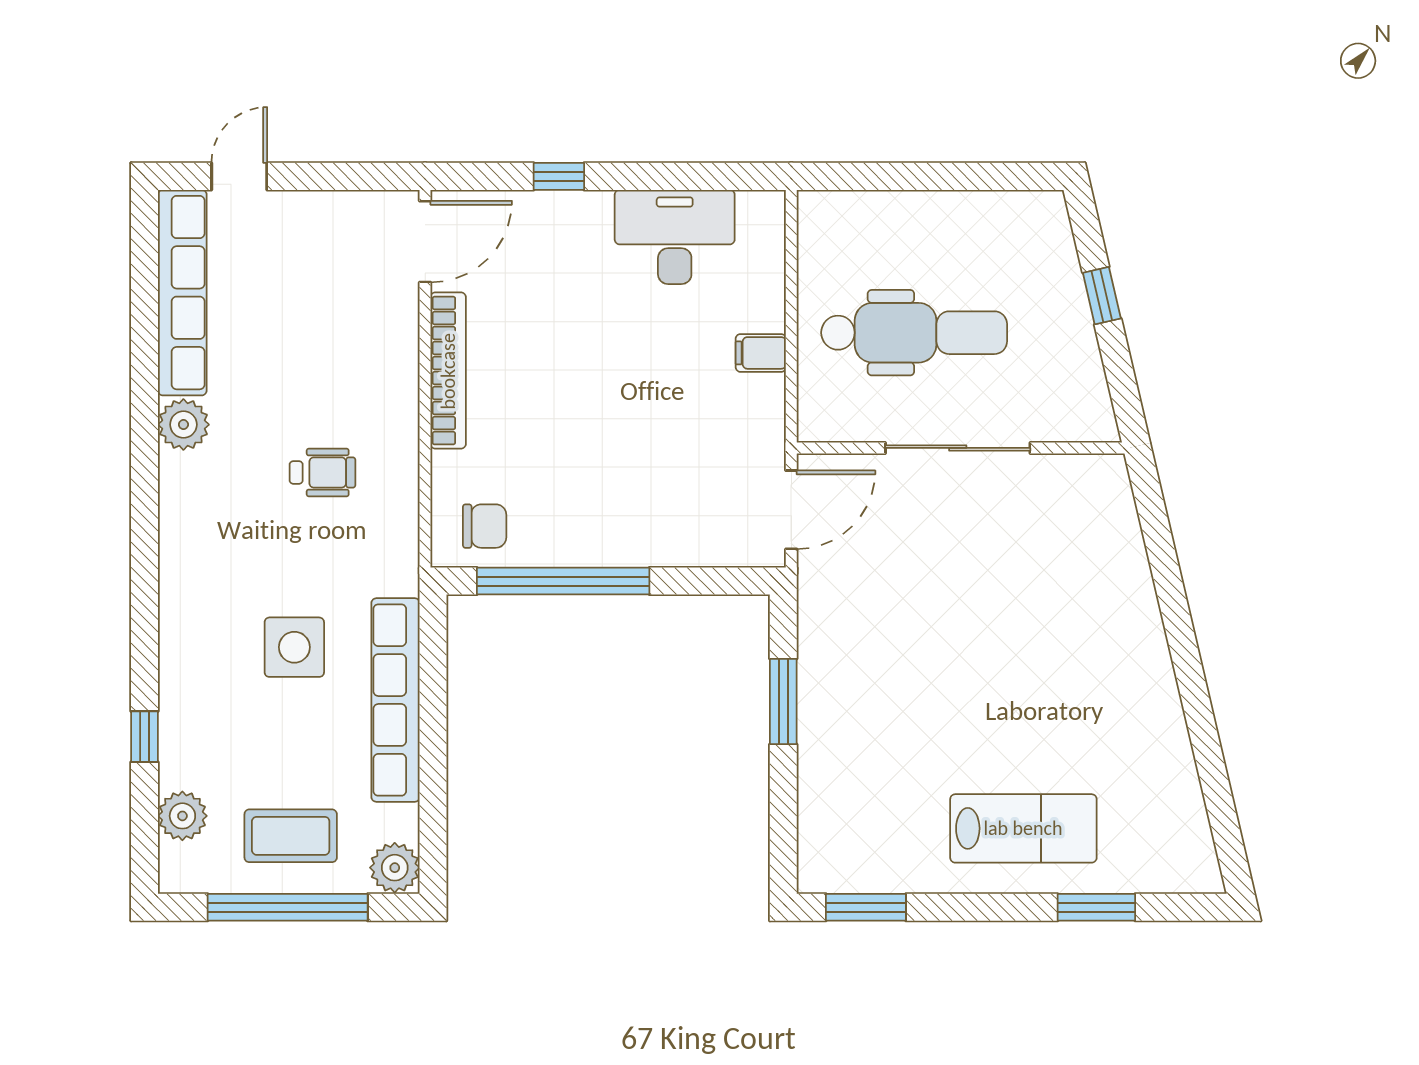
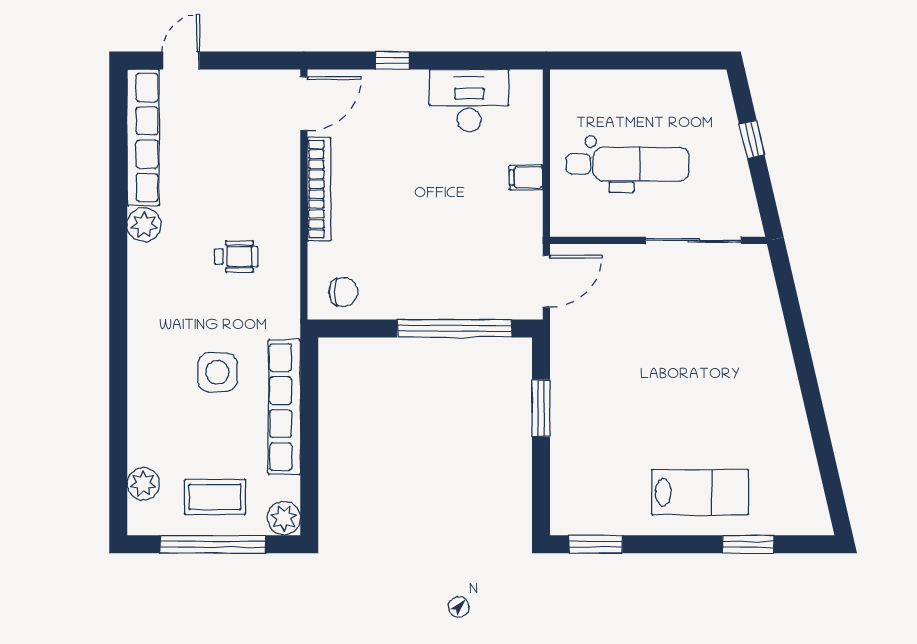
sliding door: (958, 448) -> (693, 240), moved
window: (563, 581) -> (454, 328), moved
window: (145, 737) -> (118, 431), removed

